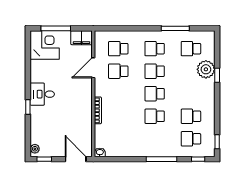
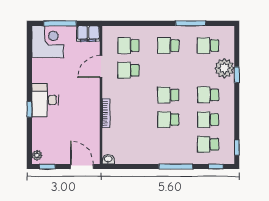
school desk: (155, 71) -> (208, 95), moved
desk: (42, 94) -> (45, 100), width x1.37

